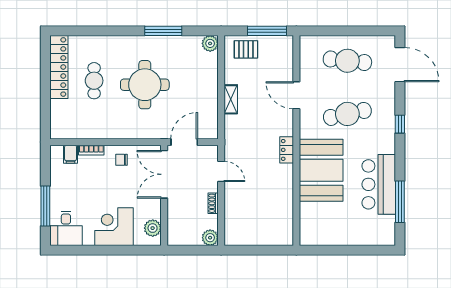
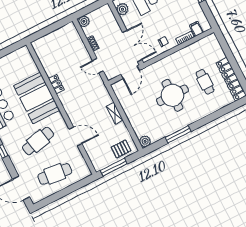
locker: (287, 150) -> (56, 84), moved

